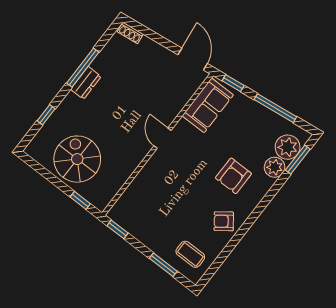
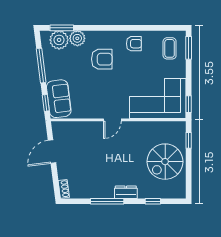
door: (193, 59) -> (52, 152), moved
dresser: (86, 83) -> (126, 192), moved
sofa: (208, 105) -> (59, 99), moved, turned 83
corner sofa: (148, 202) -> (158, 98), added
armchair: (224, 221) -> (134, 44), turned -53
window: (163, 265) -> (189, 48), moved

